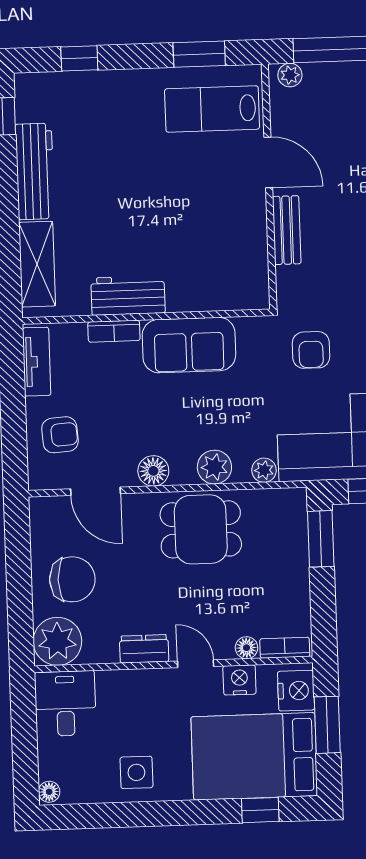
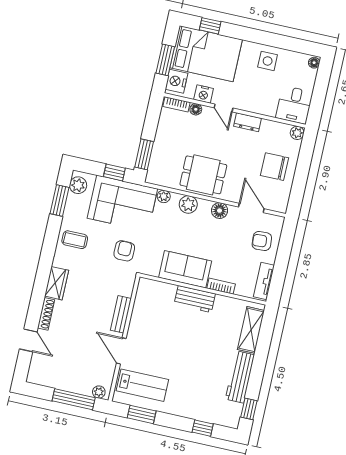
workbench: (128, 295) -> (195, 299), moved
plant: (57, 641) -> (297, 133), width x0.53, depth x0.53

